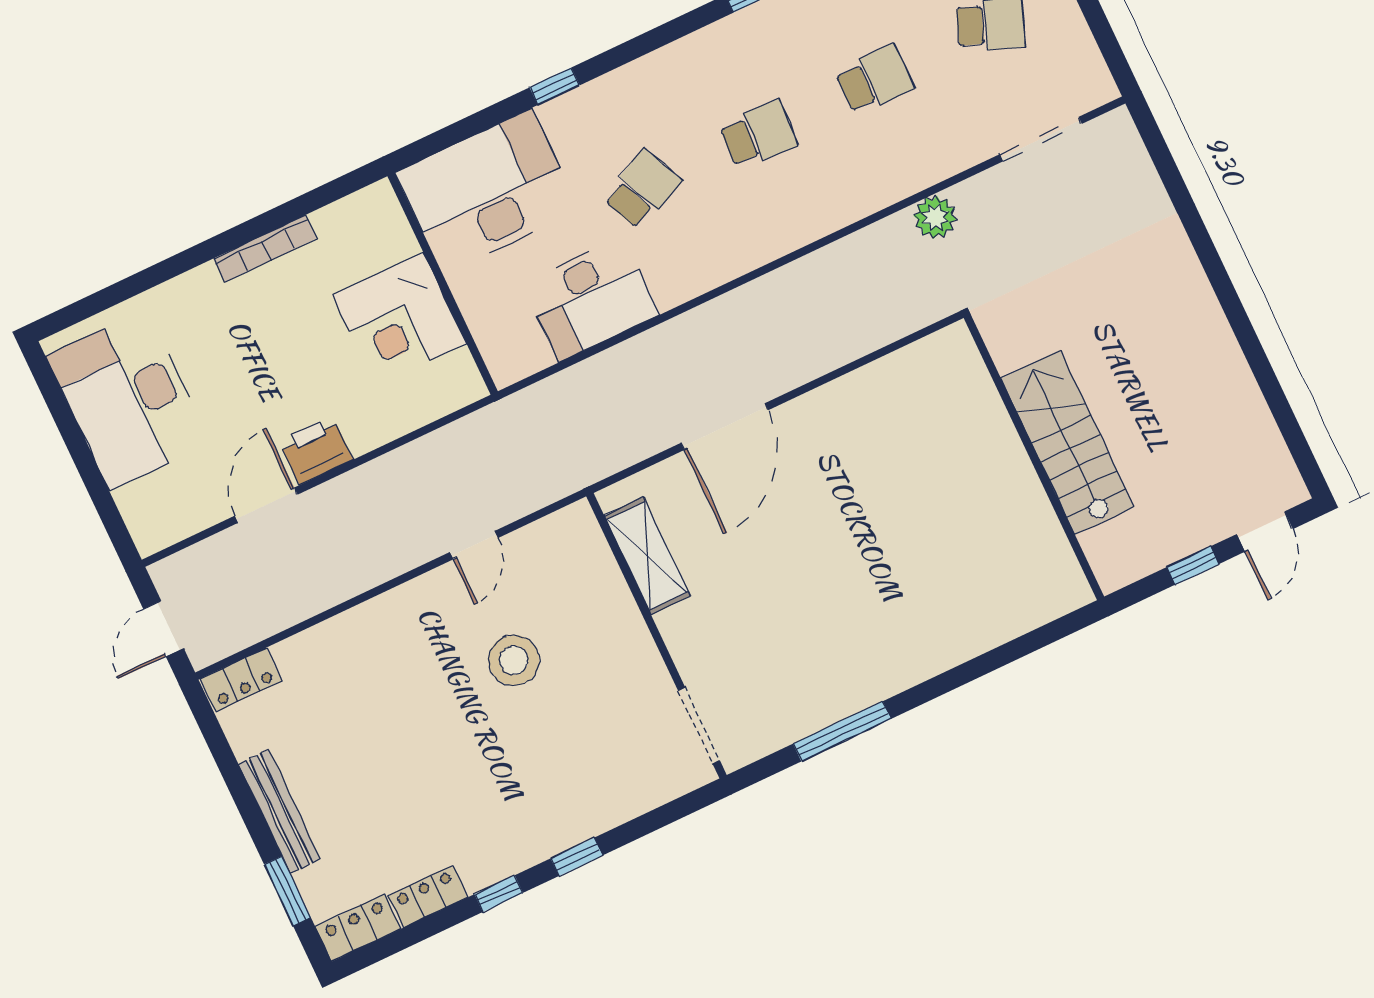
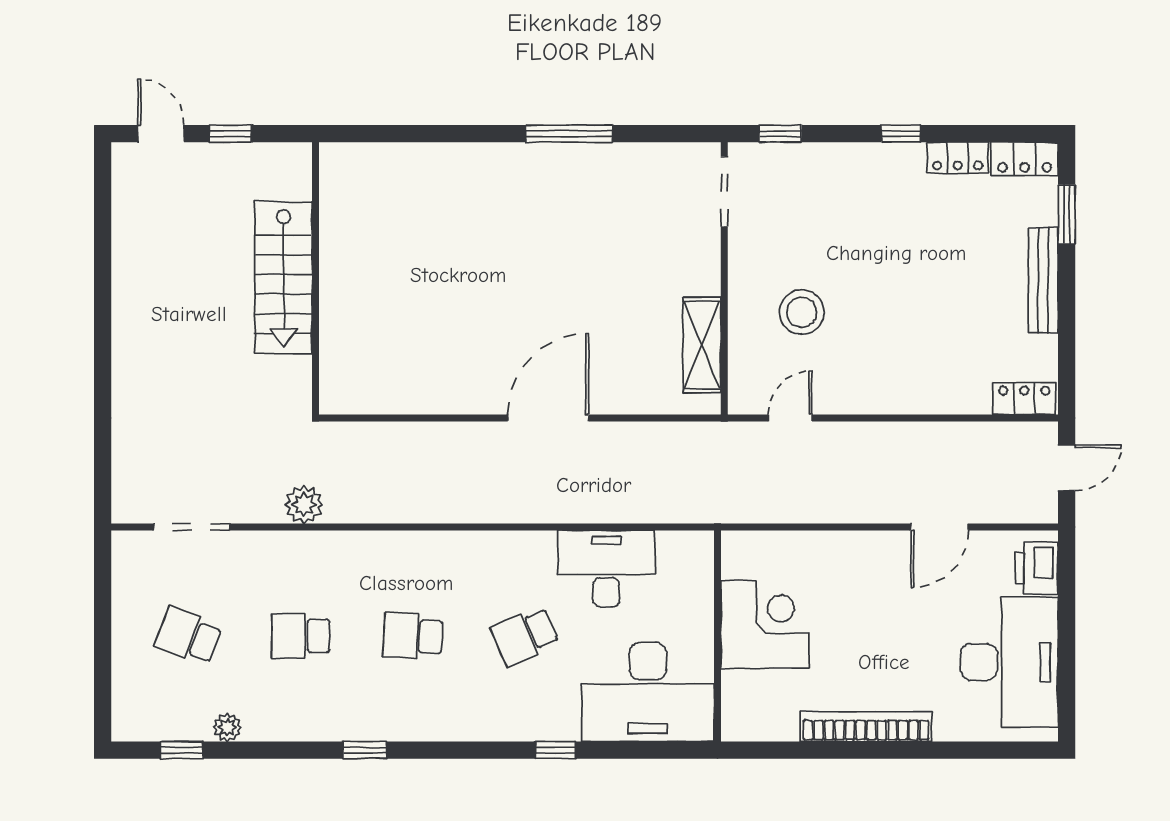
bookcase: (265, 248) -> (866, 727), width x1.48, depth x1.31
printer: (316, 450) -> (1037, 568), moved, turned 90
door: (1265, 532) -> (161, 134), hinge flipped
shelving: (647, 556) -> (702, 345), moved
wall: (657, 636) -> (724, 278), moved
doorway: (699, 726) -> (724, 192), moved
window: (577, 857) -> (780, 134), moved

